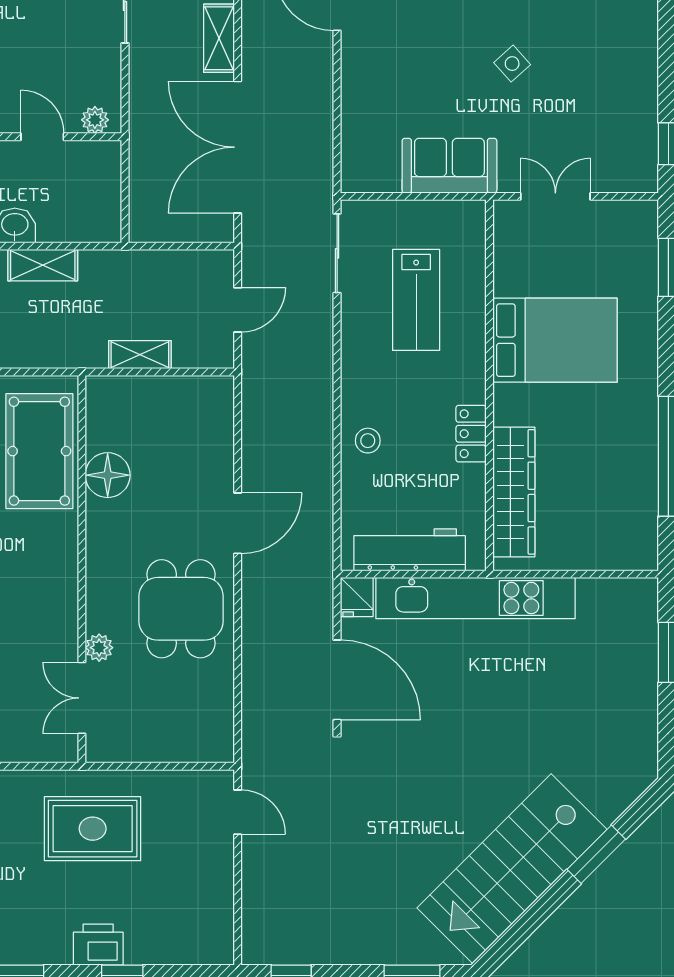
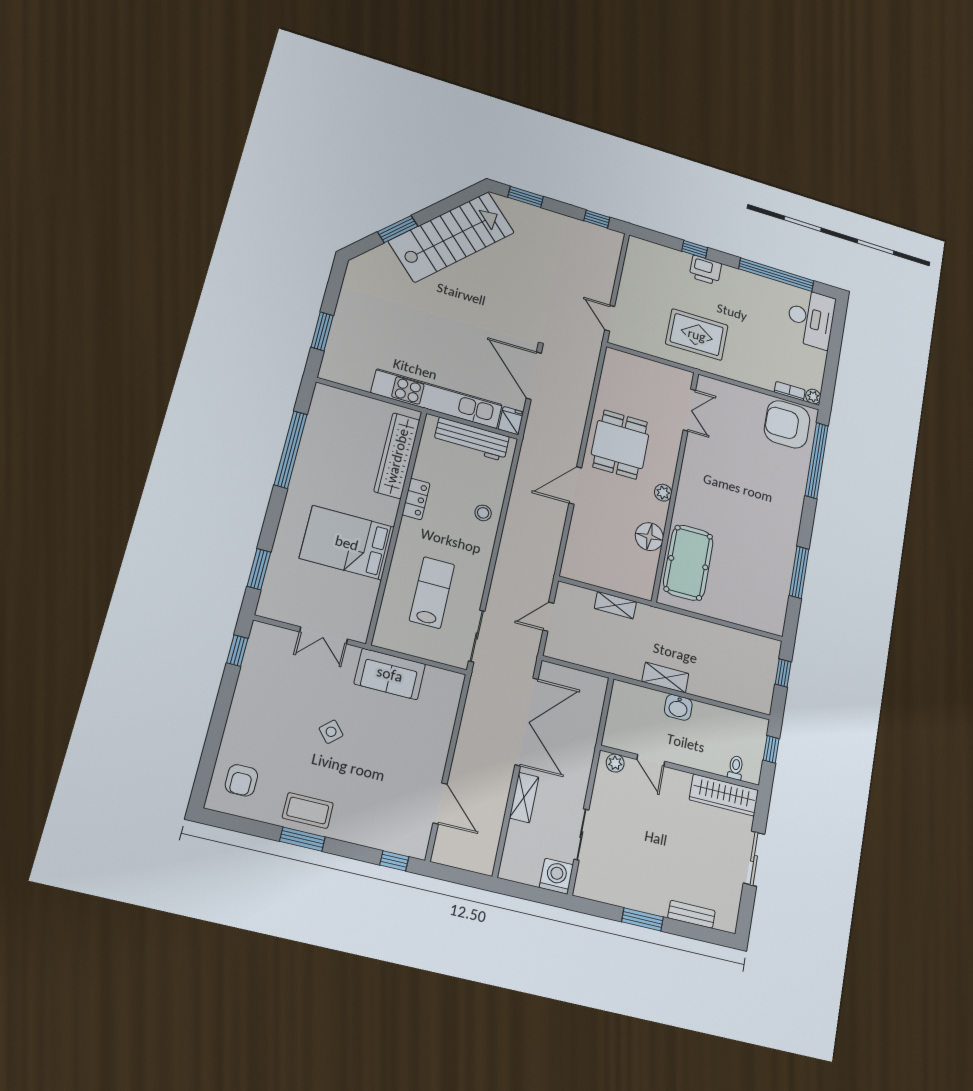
plant: (99, 648) -> (663, 493), moved

